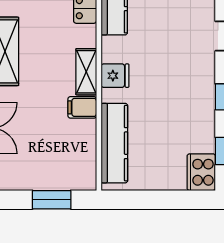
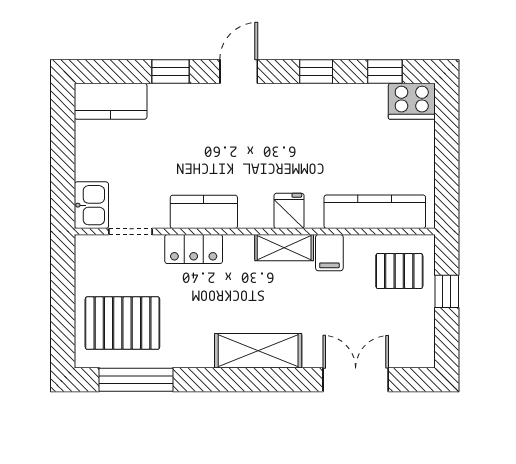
pallet: (68, 162) -> (399, 271), added
window: (52, 200) -> (447, 291), width x0.67

